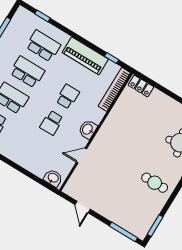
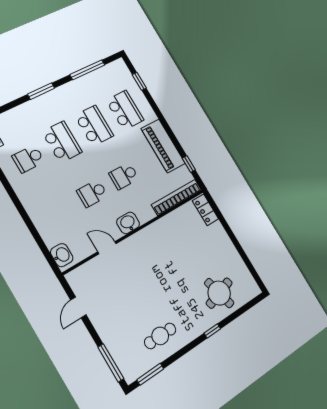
school desk: (68, 97) -> (124, 176), turned 180
cafe table: (155, 183) -> (160, 336), moved, turned 90

